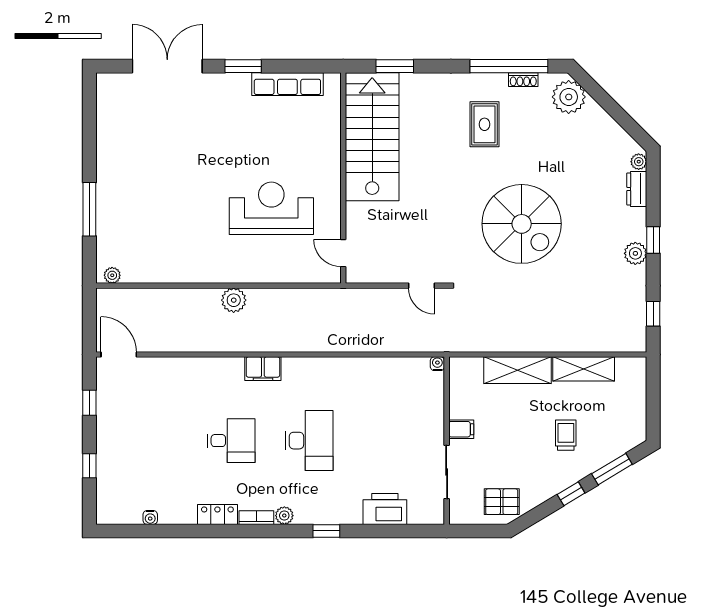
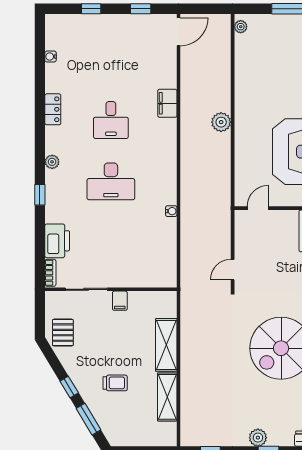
water cooler: (437, 364) -> (171, 211), moved
filing cabinet: (263, 369) -> (167, 103), moved
bookcase: (256, 518) -> (50, 273), moved

